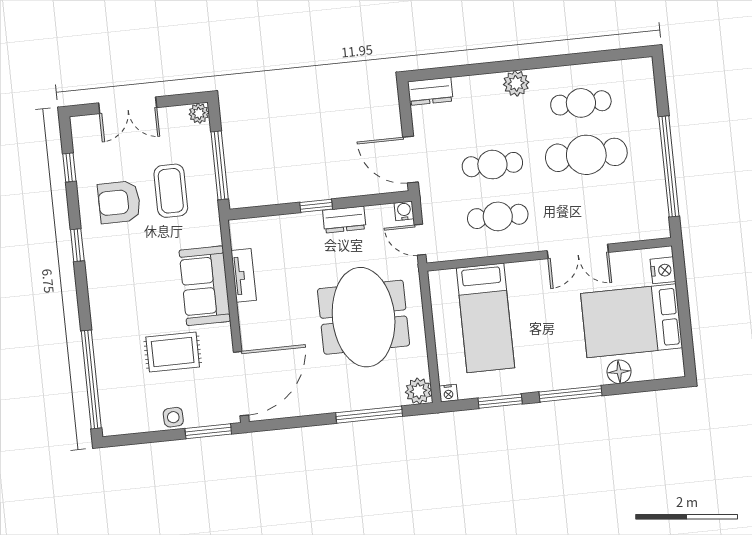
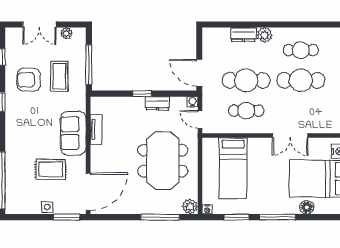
dresser: (430, 91) -> (243, 34), moved
plant: (199, 113) -> (66, 33), moved
cafe table: (492, 165) -> (246, 80), width x1.37, depth x1.35

